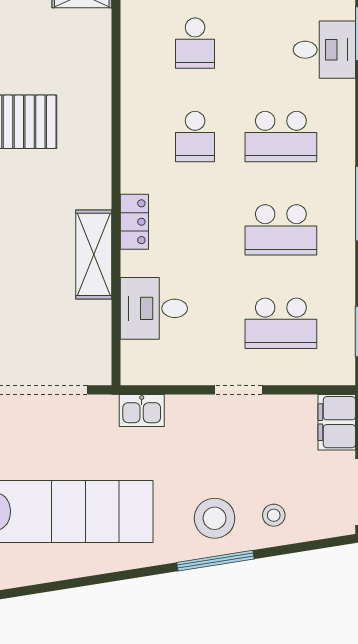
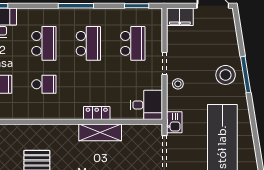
locker: (134, 222) -> (97, 113), moved
desk: (154, 308) -> (146, 105), moved, turned -90
kitchen sink: (142, 410) -> (174, 122), moved
stool: (274, 515) -> (178, 84), moved

